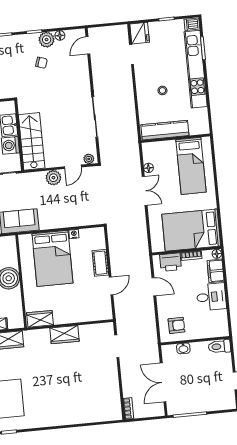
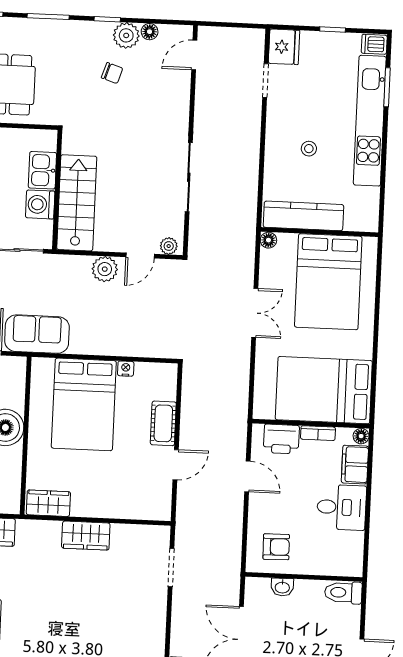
bed: (191, 166) -> (328, 282), width x1.50
floor lamp: (148, 168) -> (268, 240), moved

